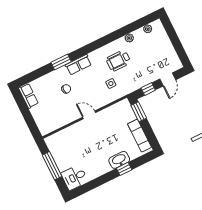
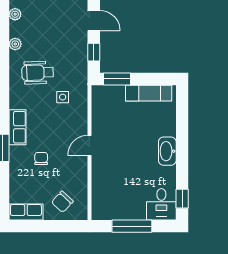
wheelchair: (118, 61) -> (38, 73), turned 88
chair: (46, 115) -> (62, 202), added
washbasin: (119, 160) -> (167, 151), moved
window: (124, 169) -> (182, 199), moved

